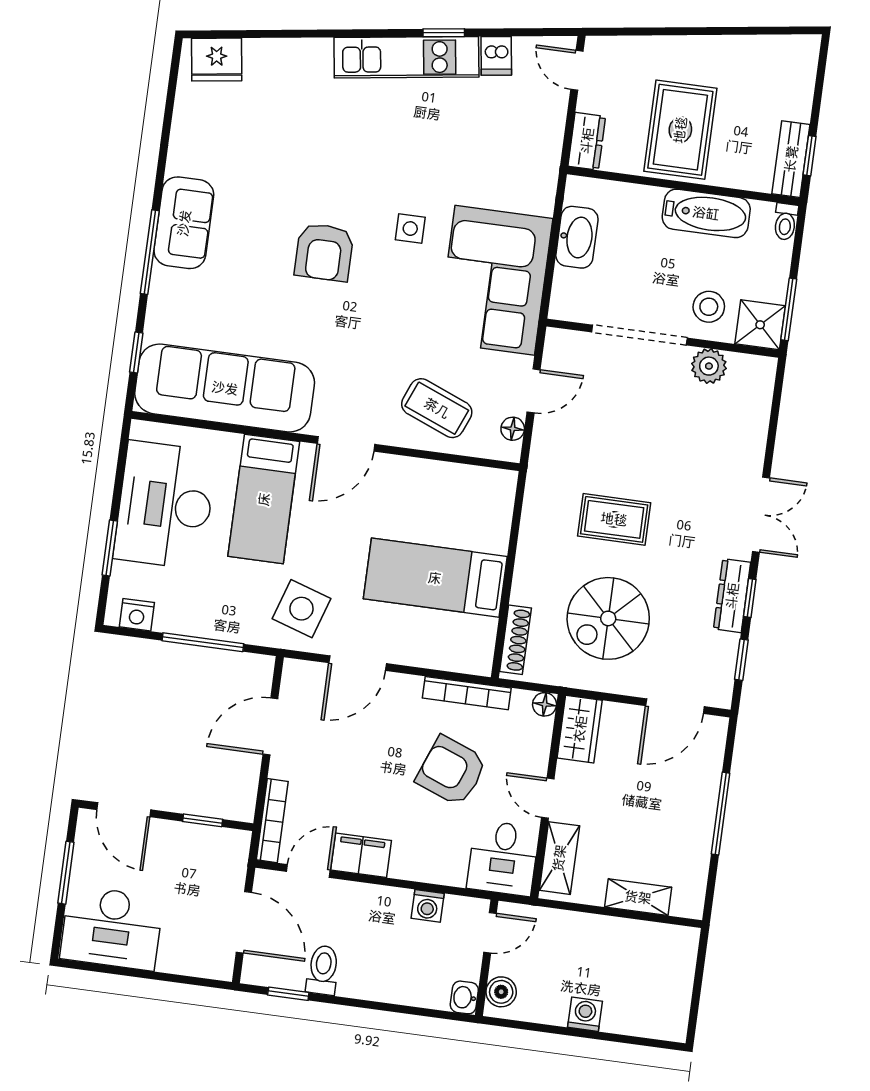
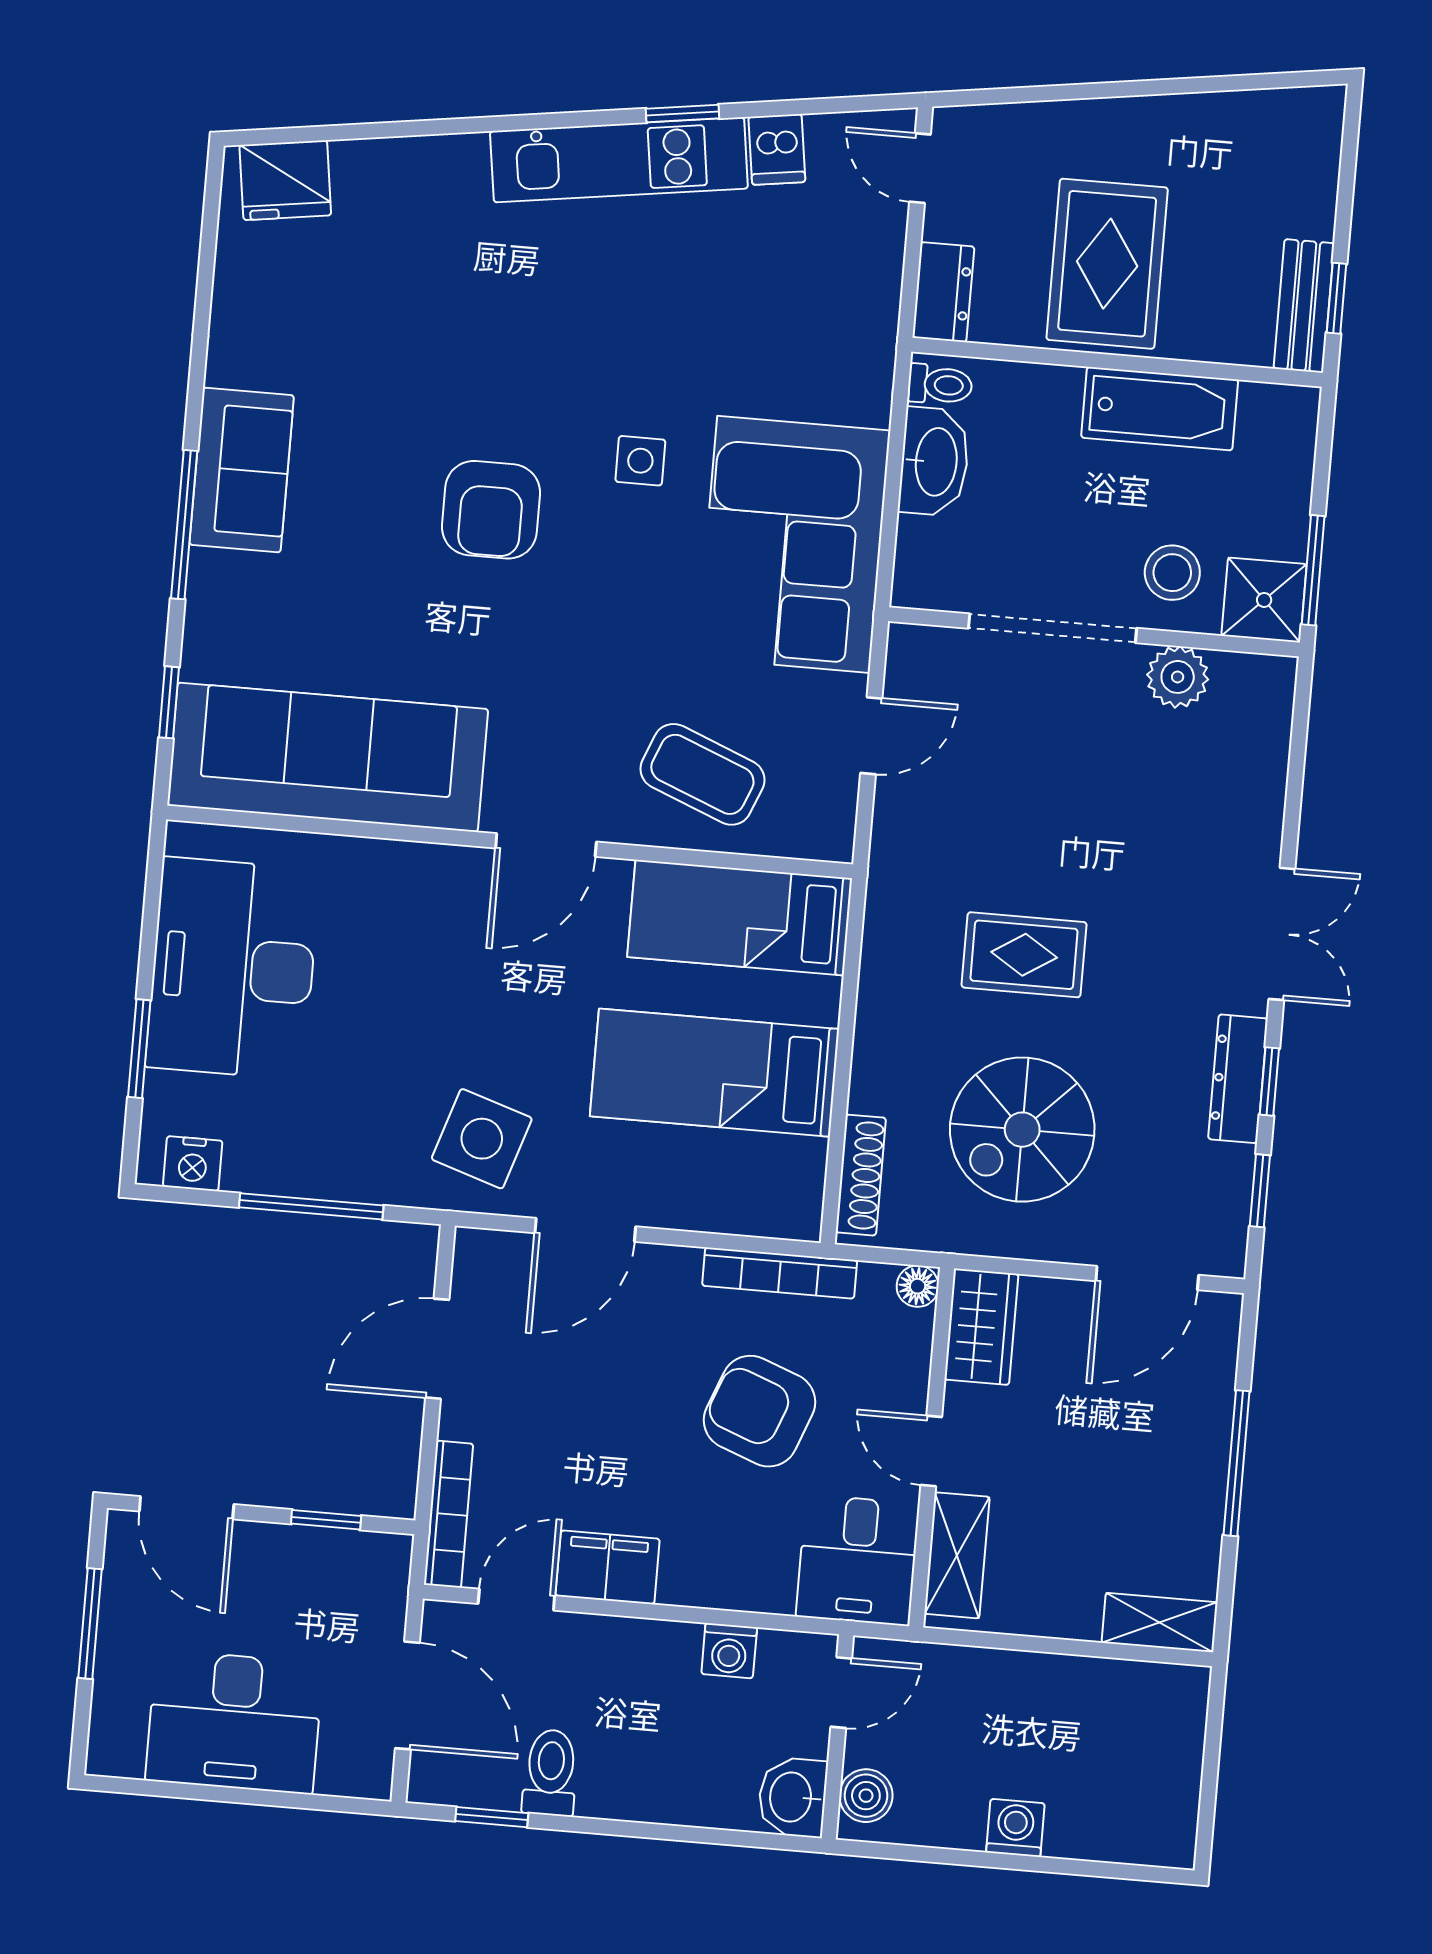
toilet: (786, 222) -> (940, 385), moved, turned -90
floor lamp: (513, 429) -> (838, 804), removed
bed: (264, 499) -> (740, 918), moved, turned 90
shelving: (638, 897) -> (1160, 1622), moved
desk: (112, 928) -> (234, 1722), moved
washbasin: (464, 997) -> (792, 1797), width x1.38, depth x1.45

